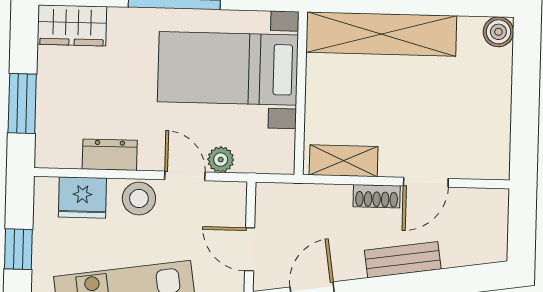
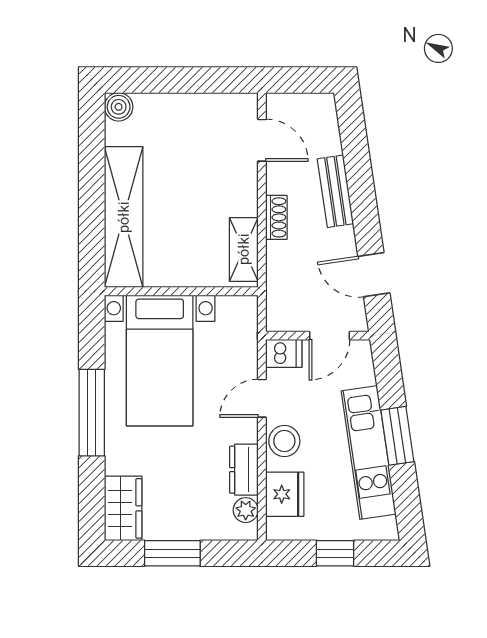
window: (22, 103) -> (172, 553), moved
plant: (221, 160) -> (246, 510), moved
door: (426, 182) -> (262, 140), moved
dishwasher: (232, 200) -> (284, 353), added

